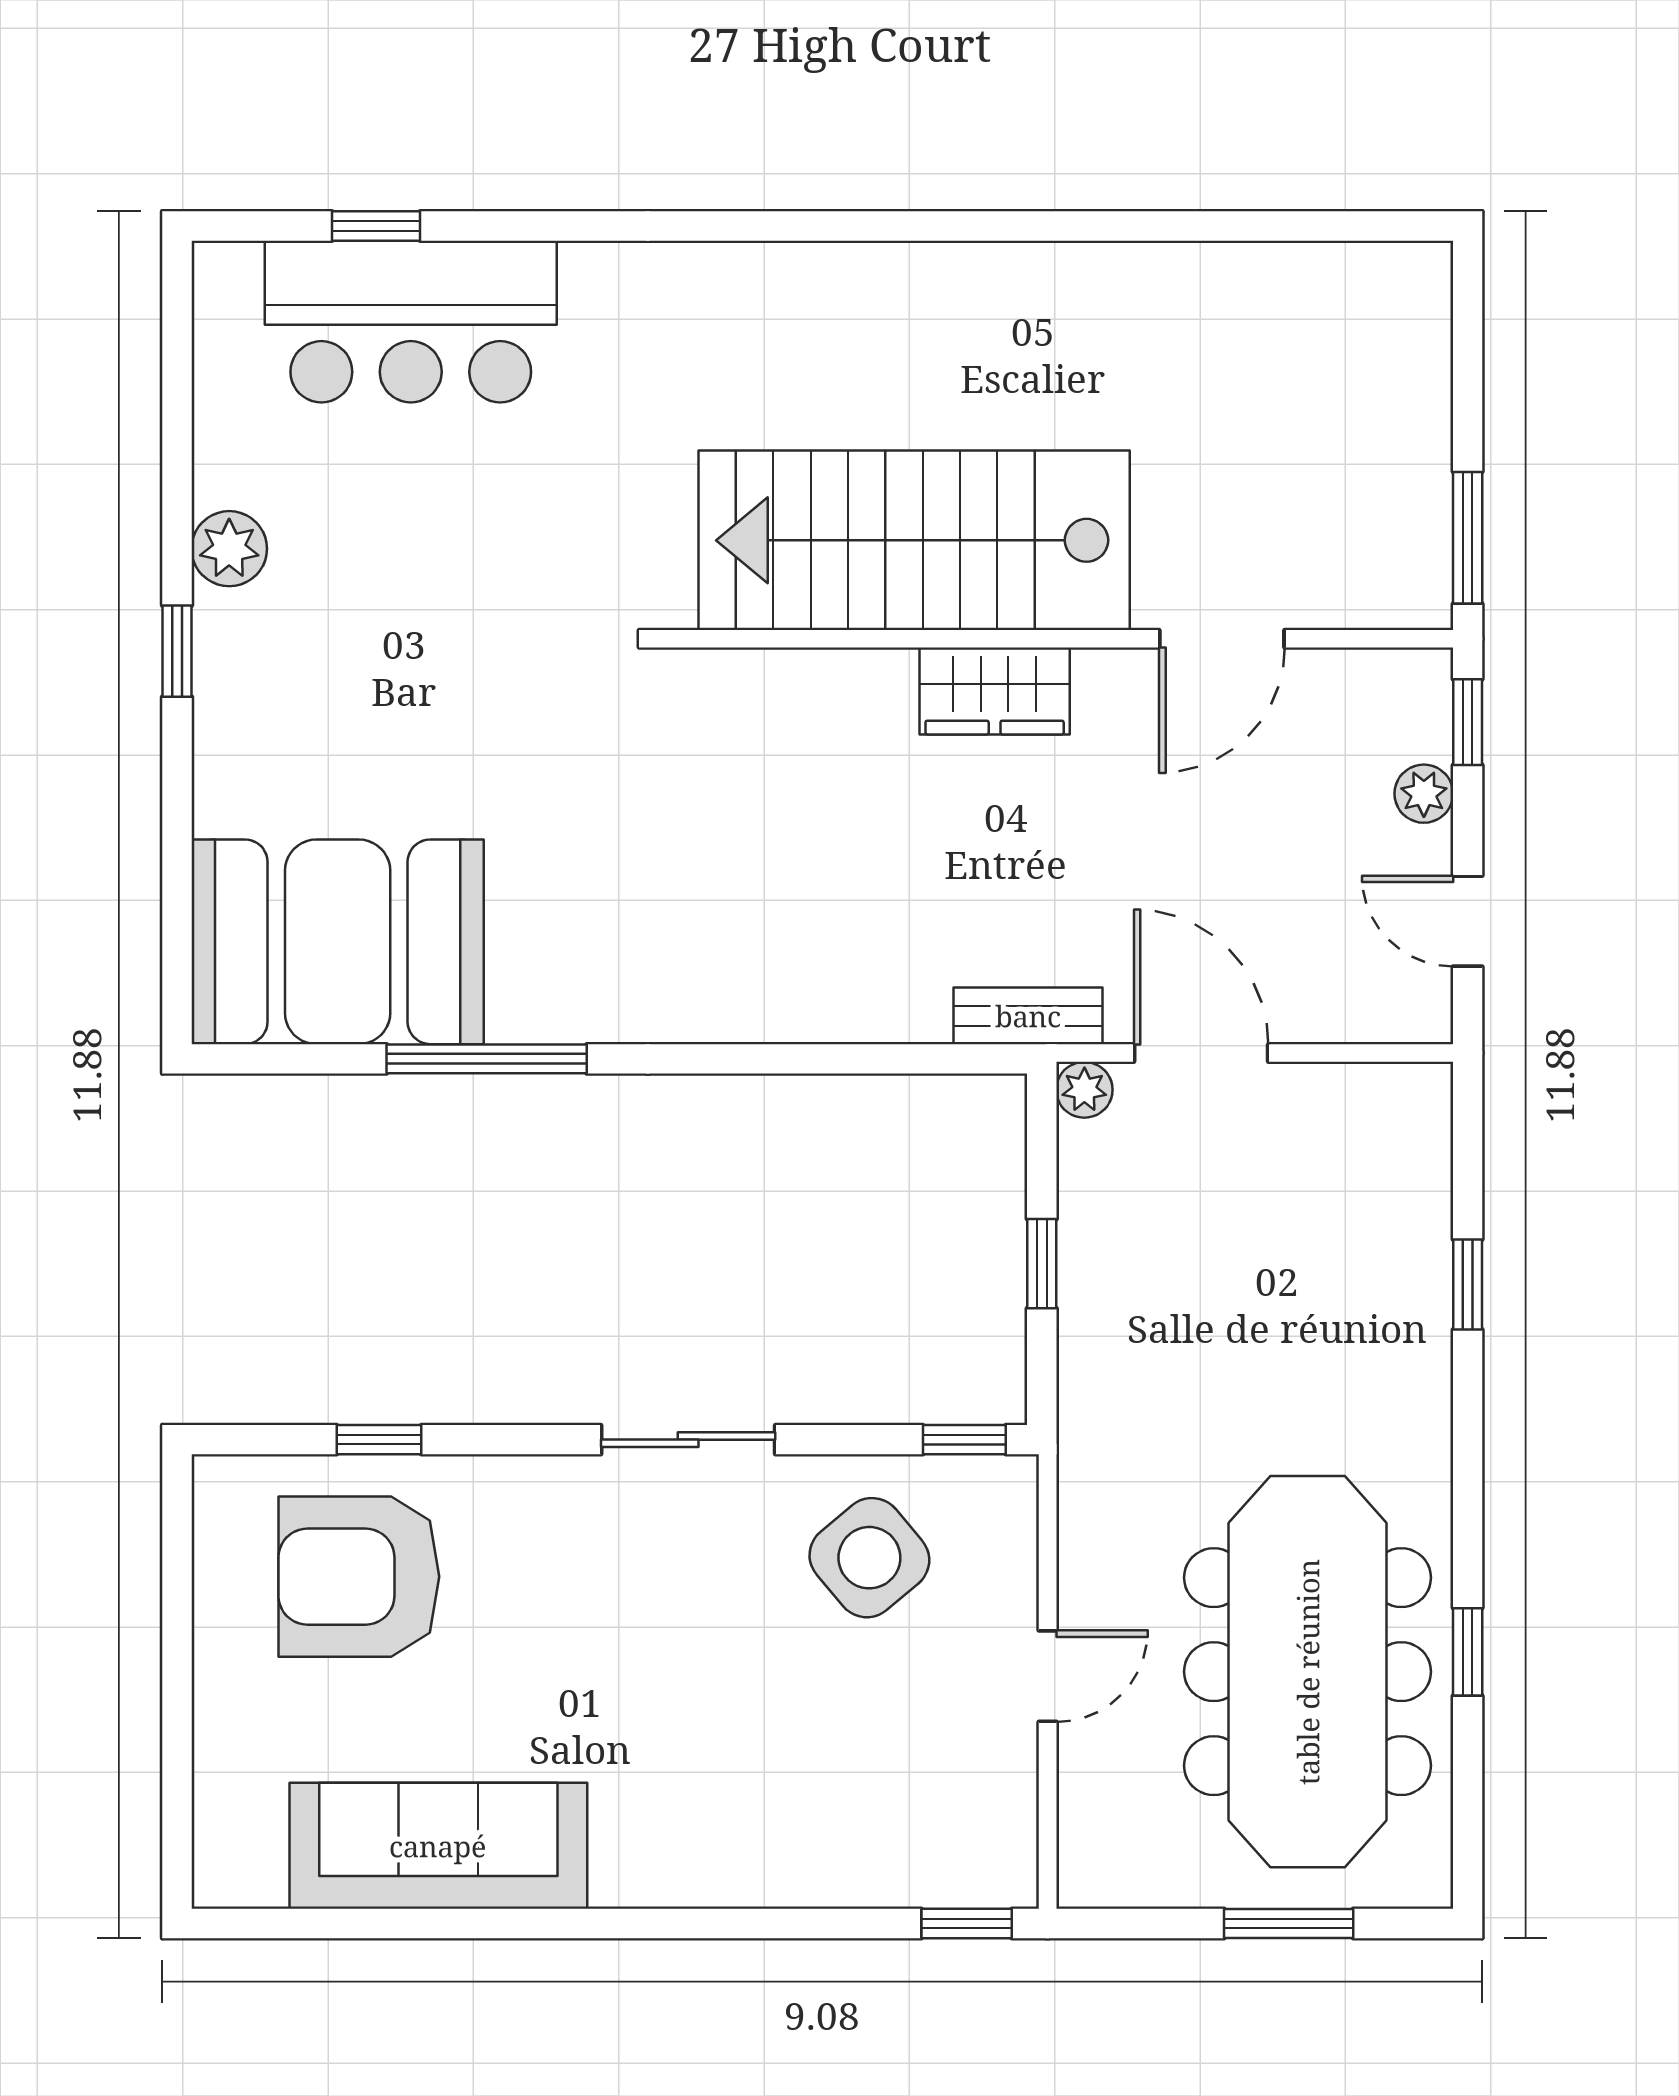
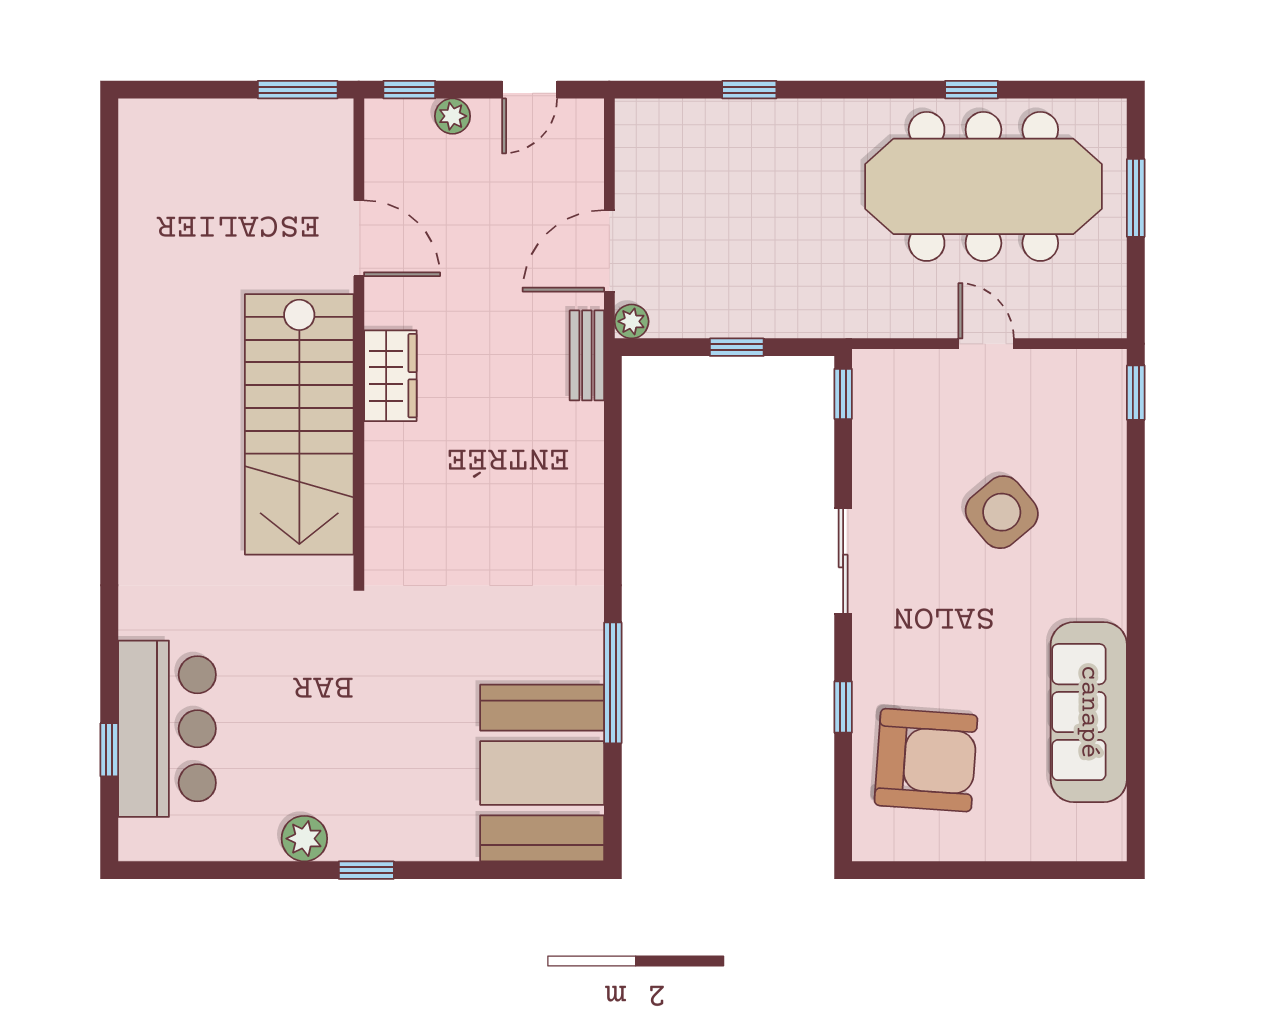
window: (379, 1440) -> (843, 707), moved
side table: (869, 1558) -> (1002, 512), moved
armchair: (359, 1577) -> (926, 760), turned -86

